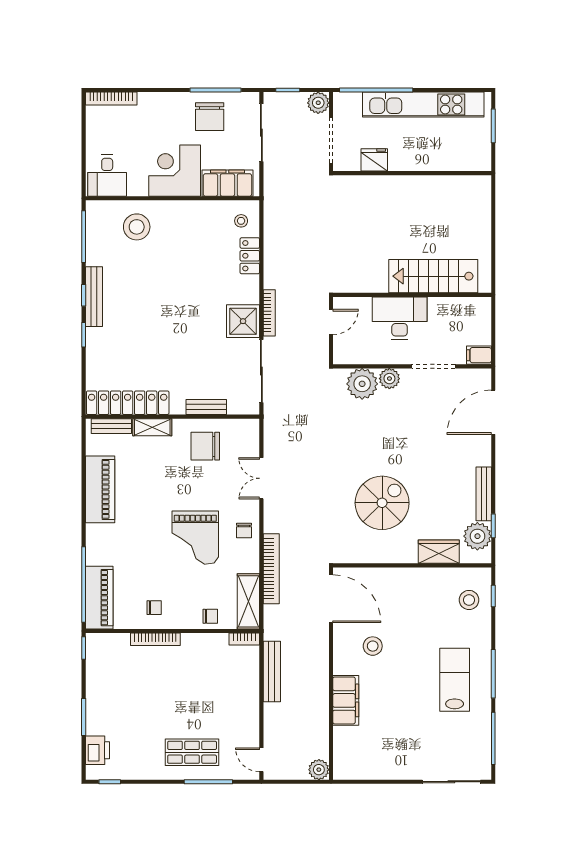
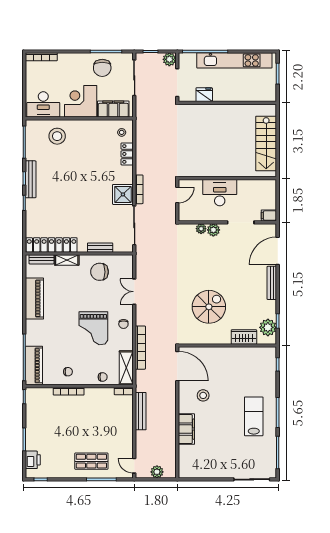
desk: (107, 176) -> (43, 104), width x1.37
stairs: (433, 276) -> (266, 144), moved, turned -90
plant: (362, 384) -> (201, 229), width x0.53, depth x0.53
bench: (484, 494) -> (272, 283), moved
stool: (469, 600) -> (263, 367), removed
plant: (319, 770) -> (157, 472), moved

